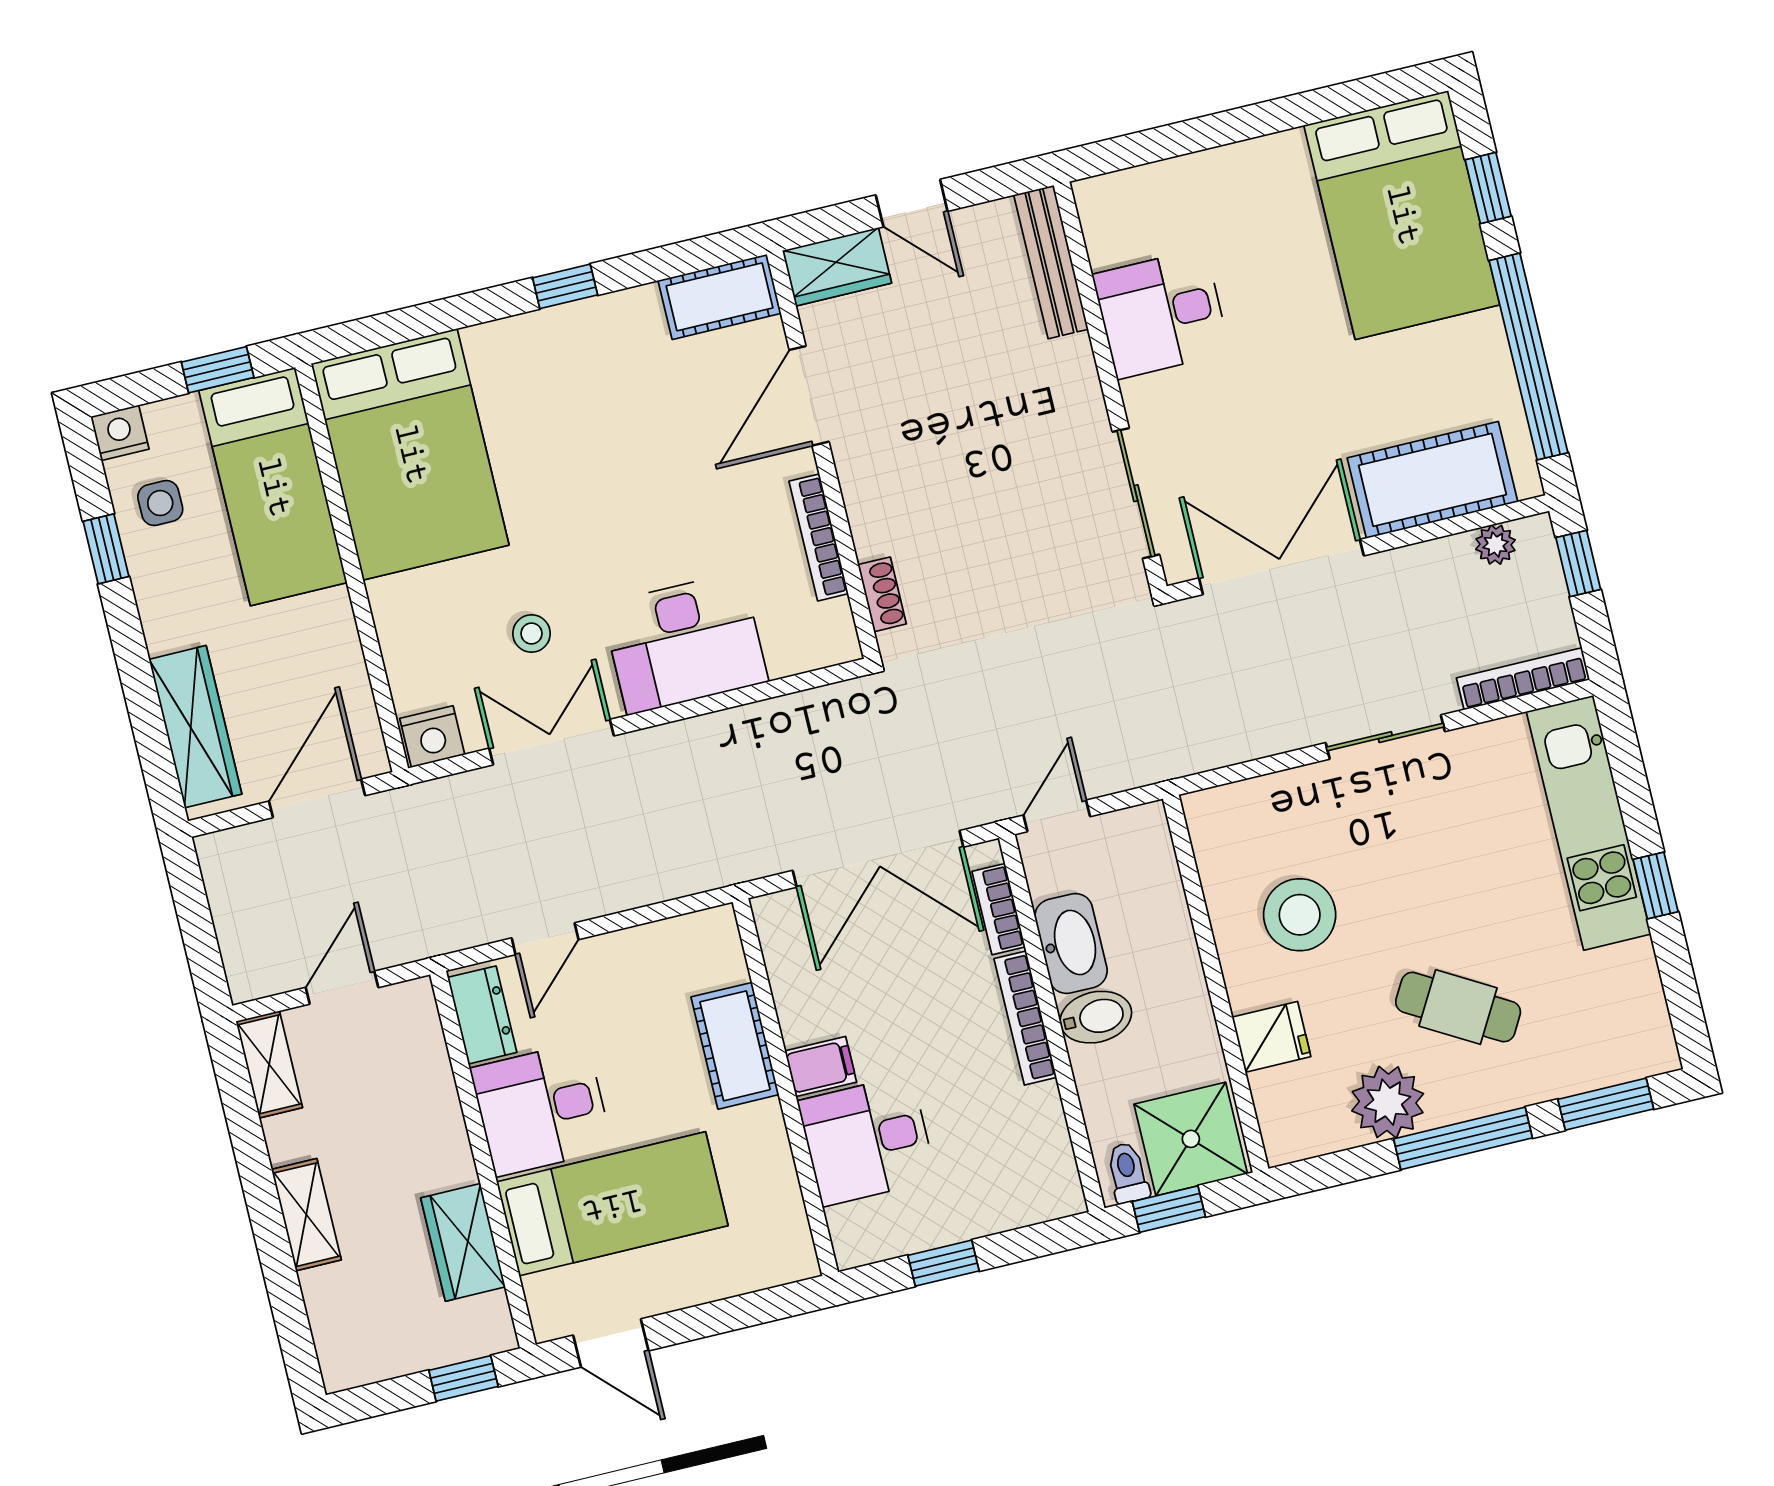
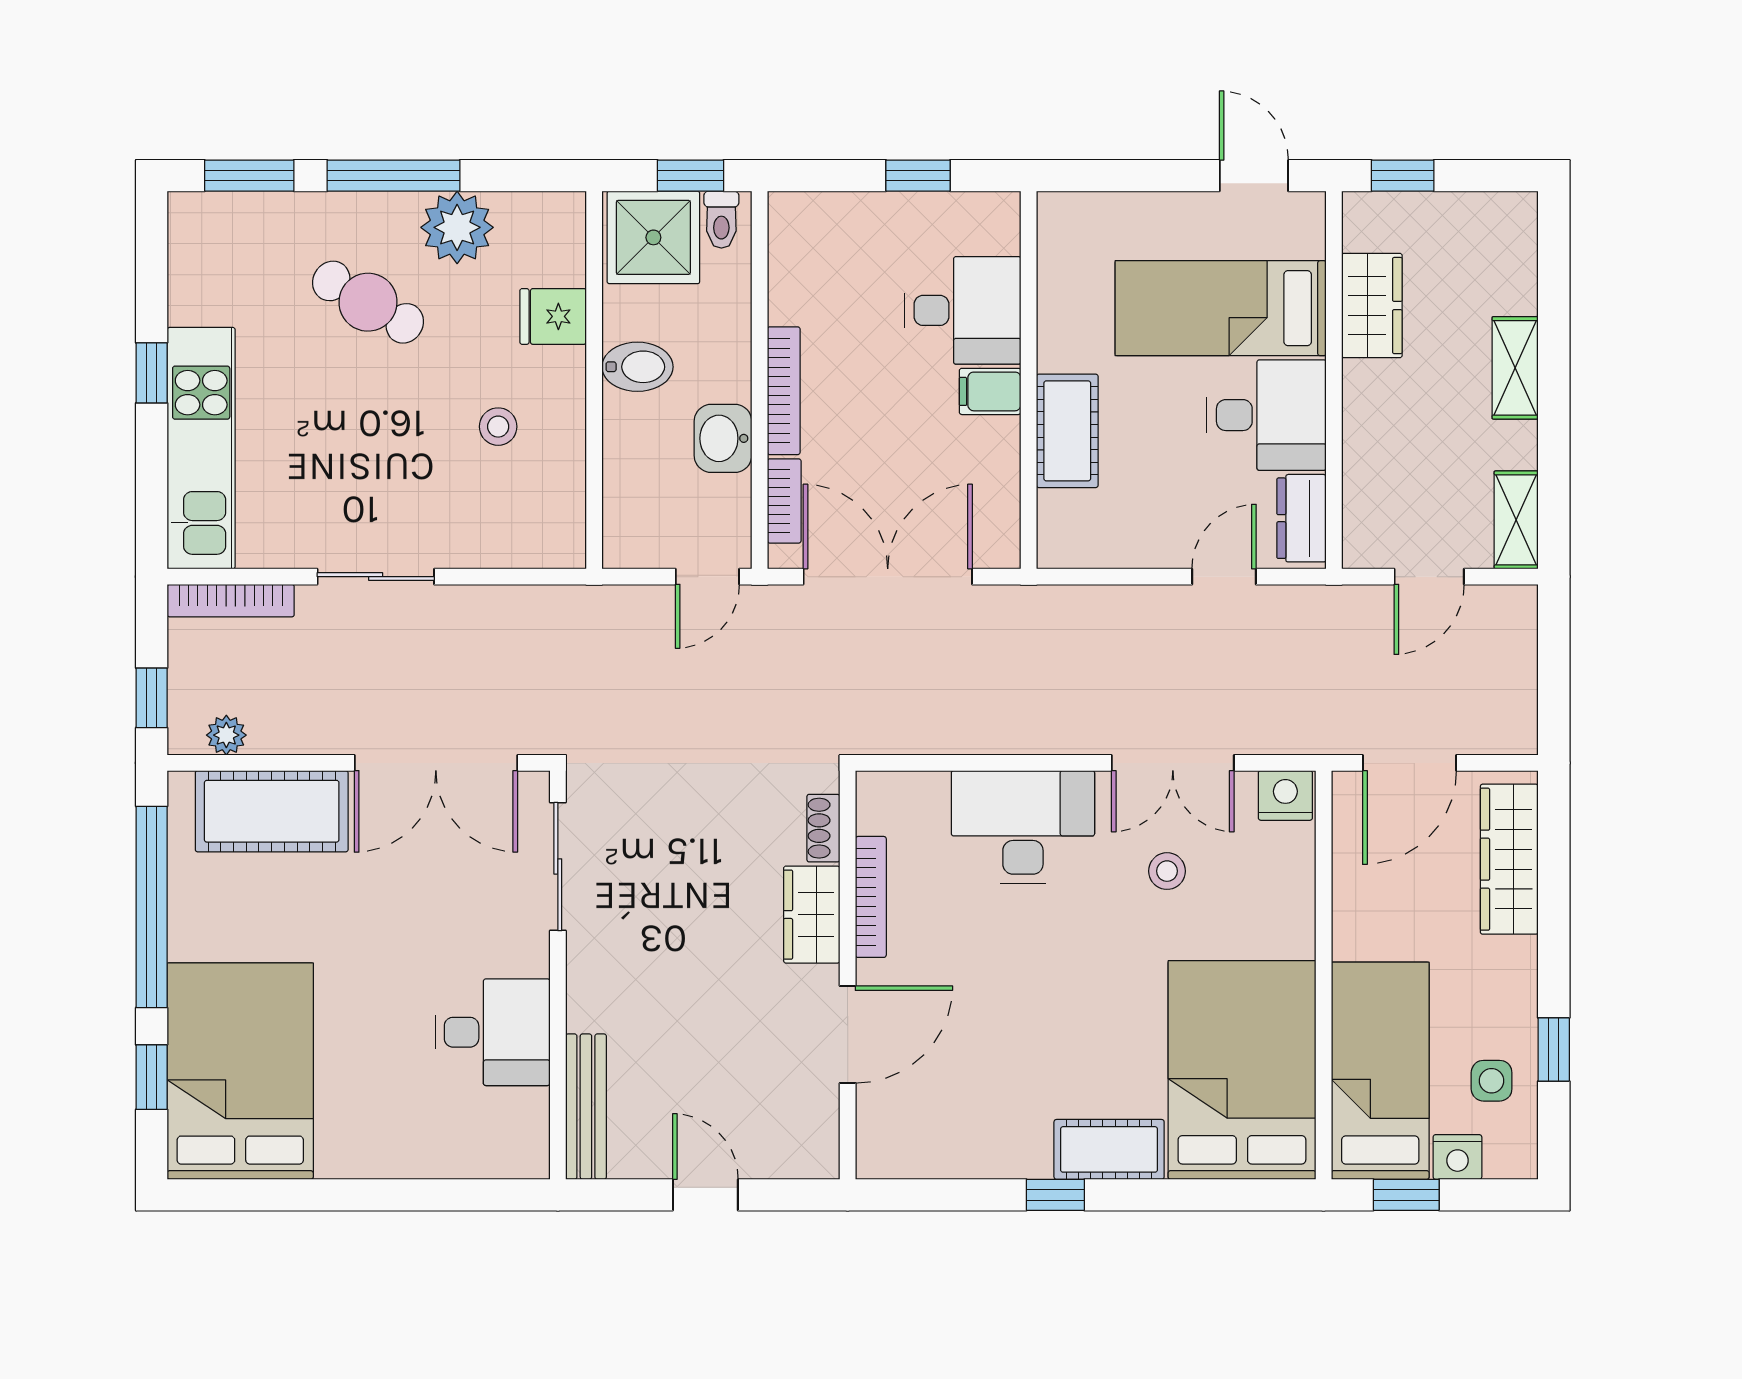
wardrobe: (837, 267) -> (812, 915), moved, turned -90
cot: (720, 297) -> (1109, 1149), moved
nightstand: (120, 433) -> (1457, 1157), moved
stool: (1300, 915) -> (498, 427), width x0.53, depth x0.53
washbasin: (1071, 944) -> (723, 438), width x0.72
bidet: (1096, 1017) -> (637, 367), moved, turned 180

